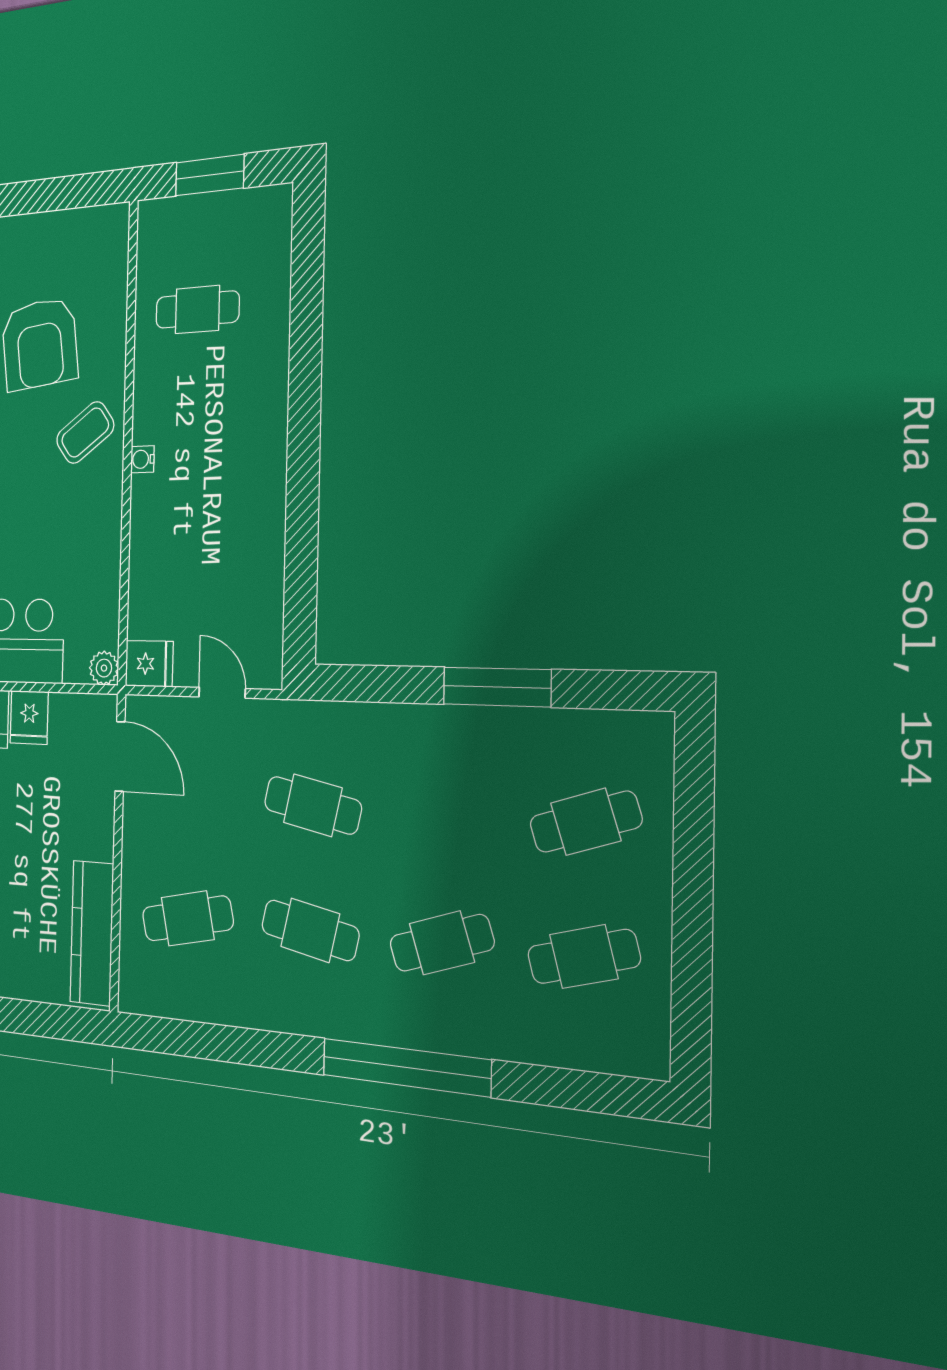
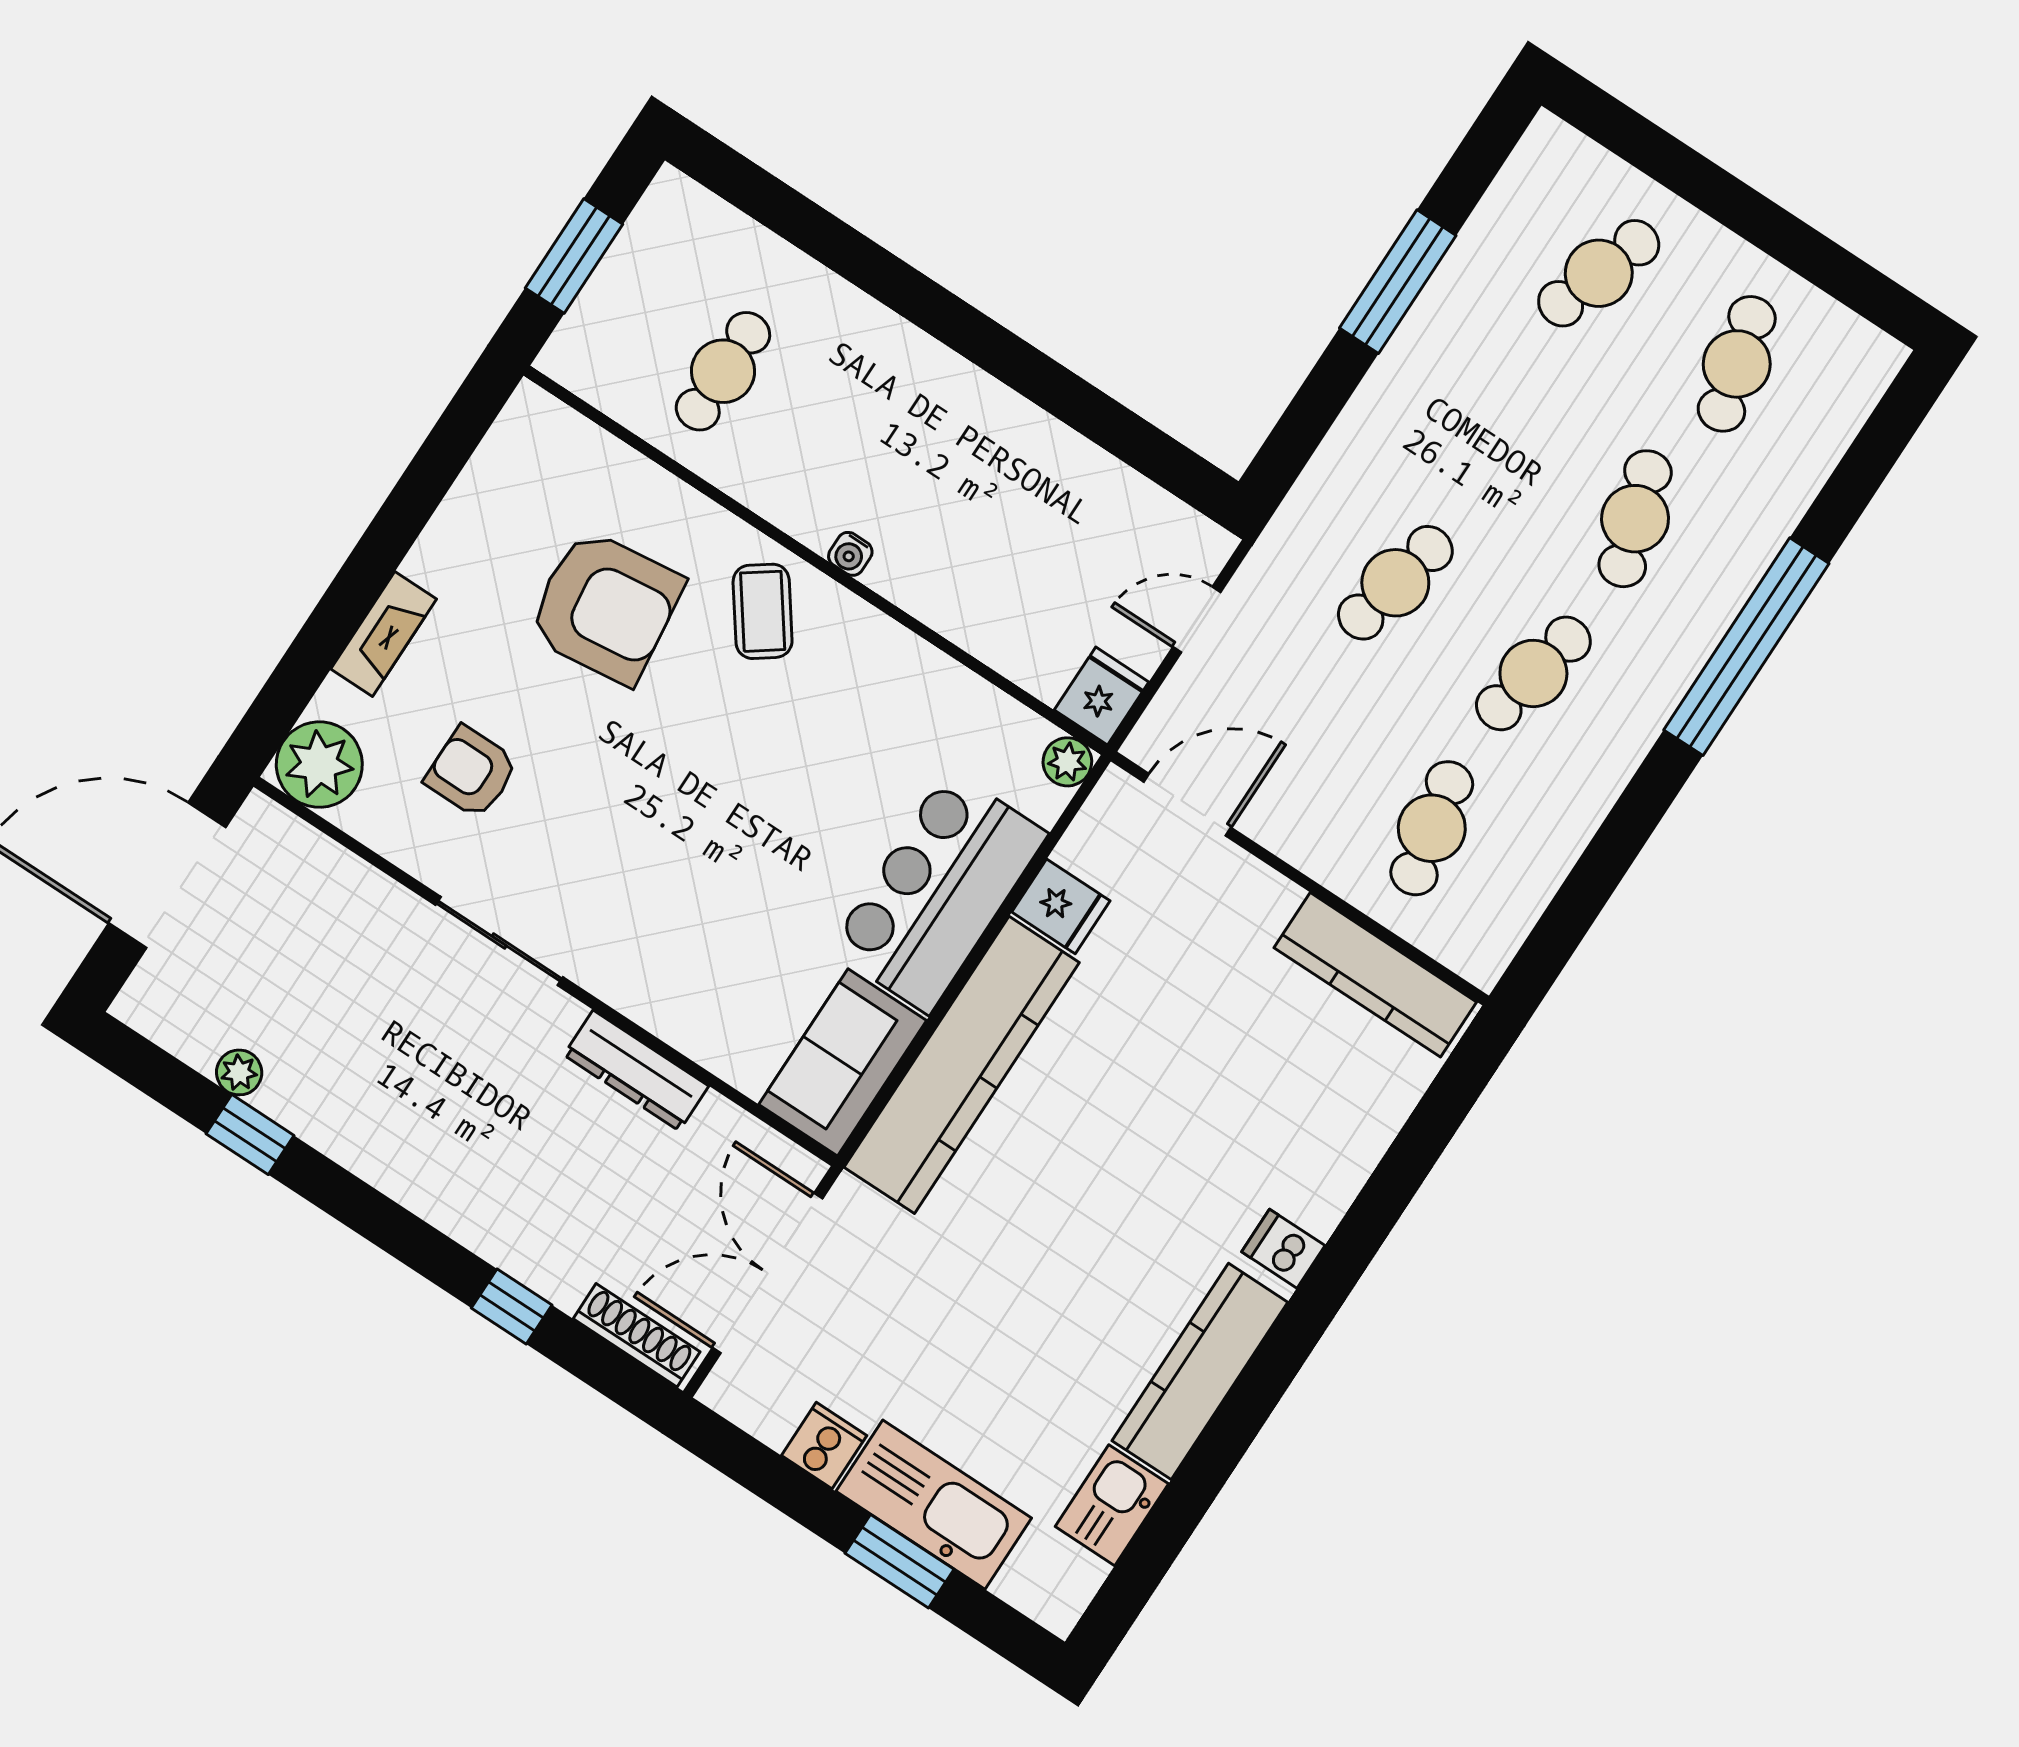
cafe table: (586, 822) -> (1599, 273), turned 36

